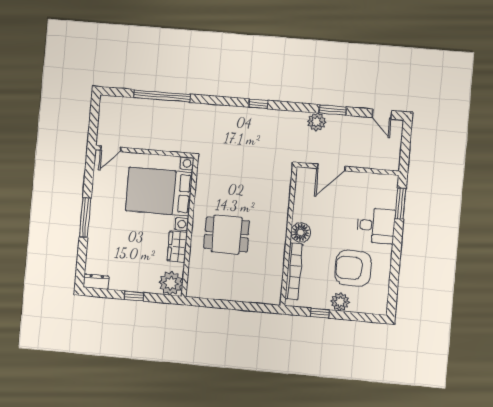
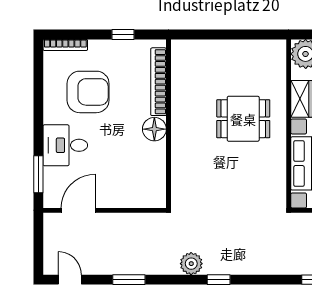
plant: (317, 122) -> (191, 264), moved
door: (331, 167) -> (78, 210), moved
plant: (340, 302) -> (100, 50), removed
bookcase: (369, 309) -> (65, 45), added

